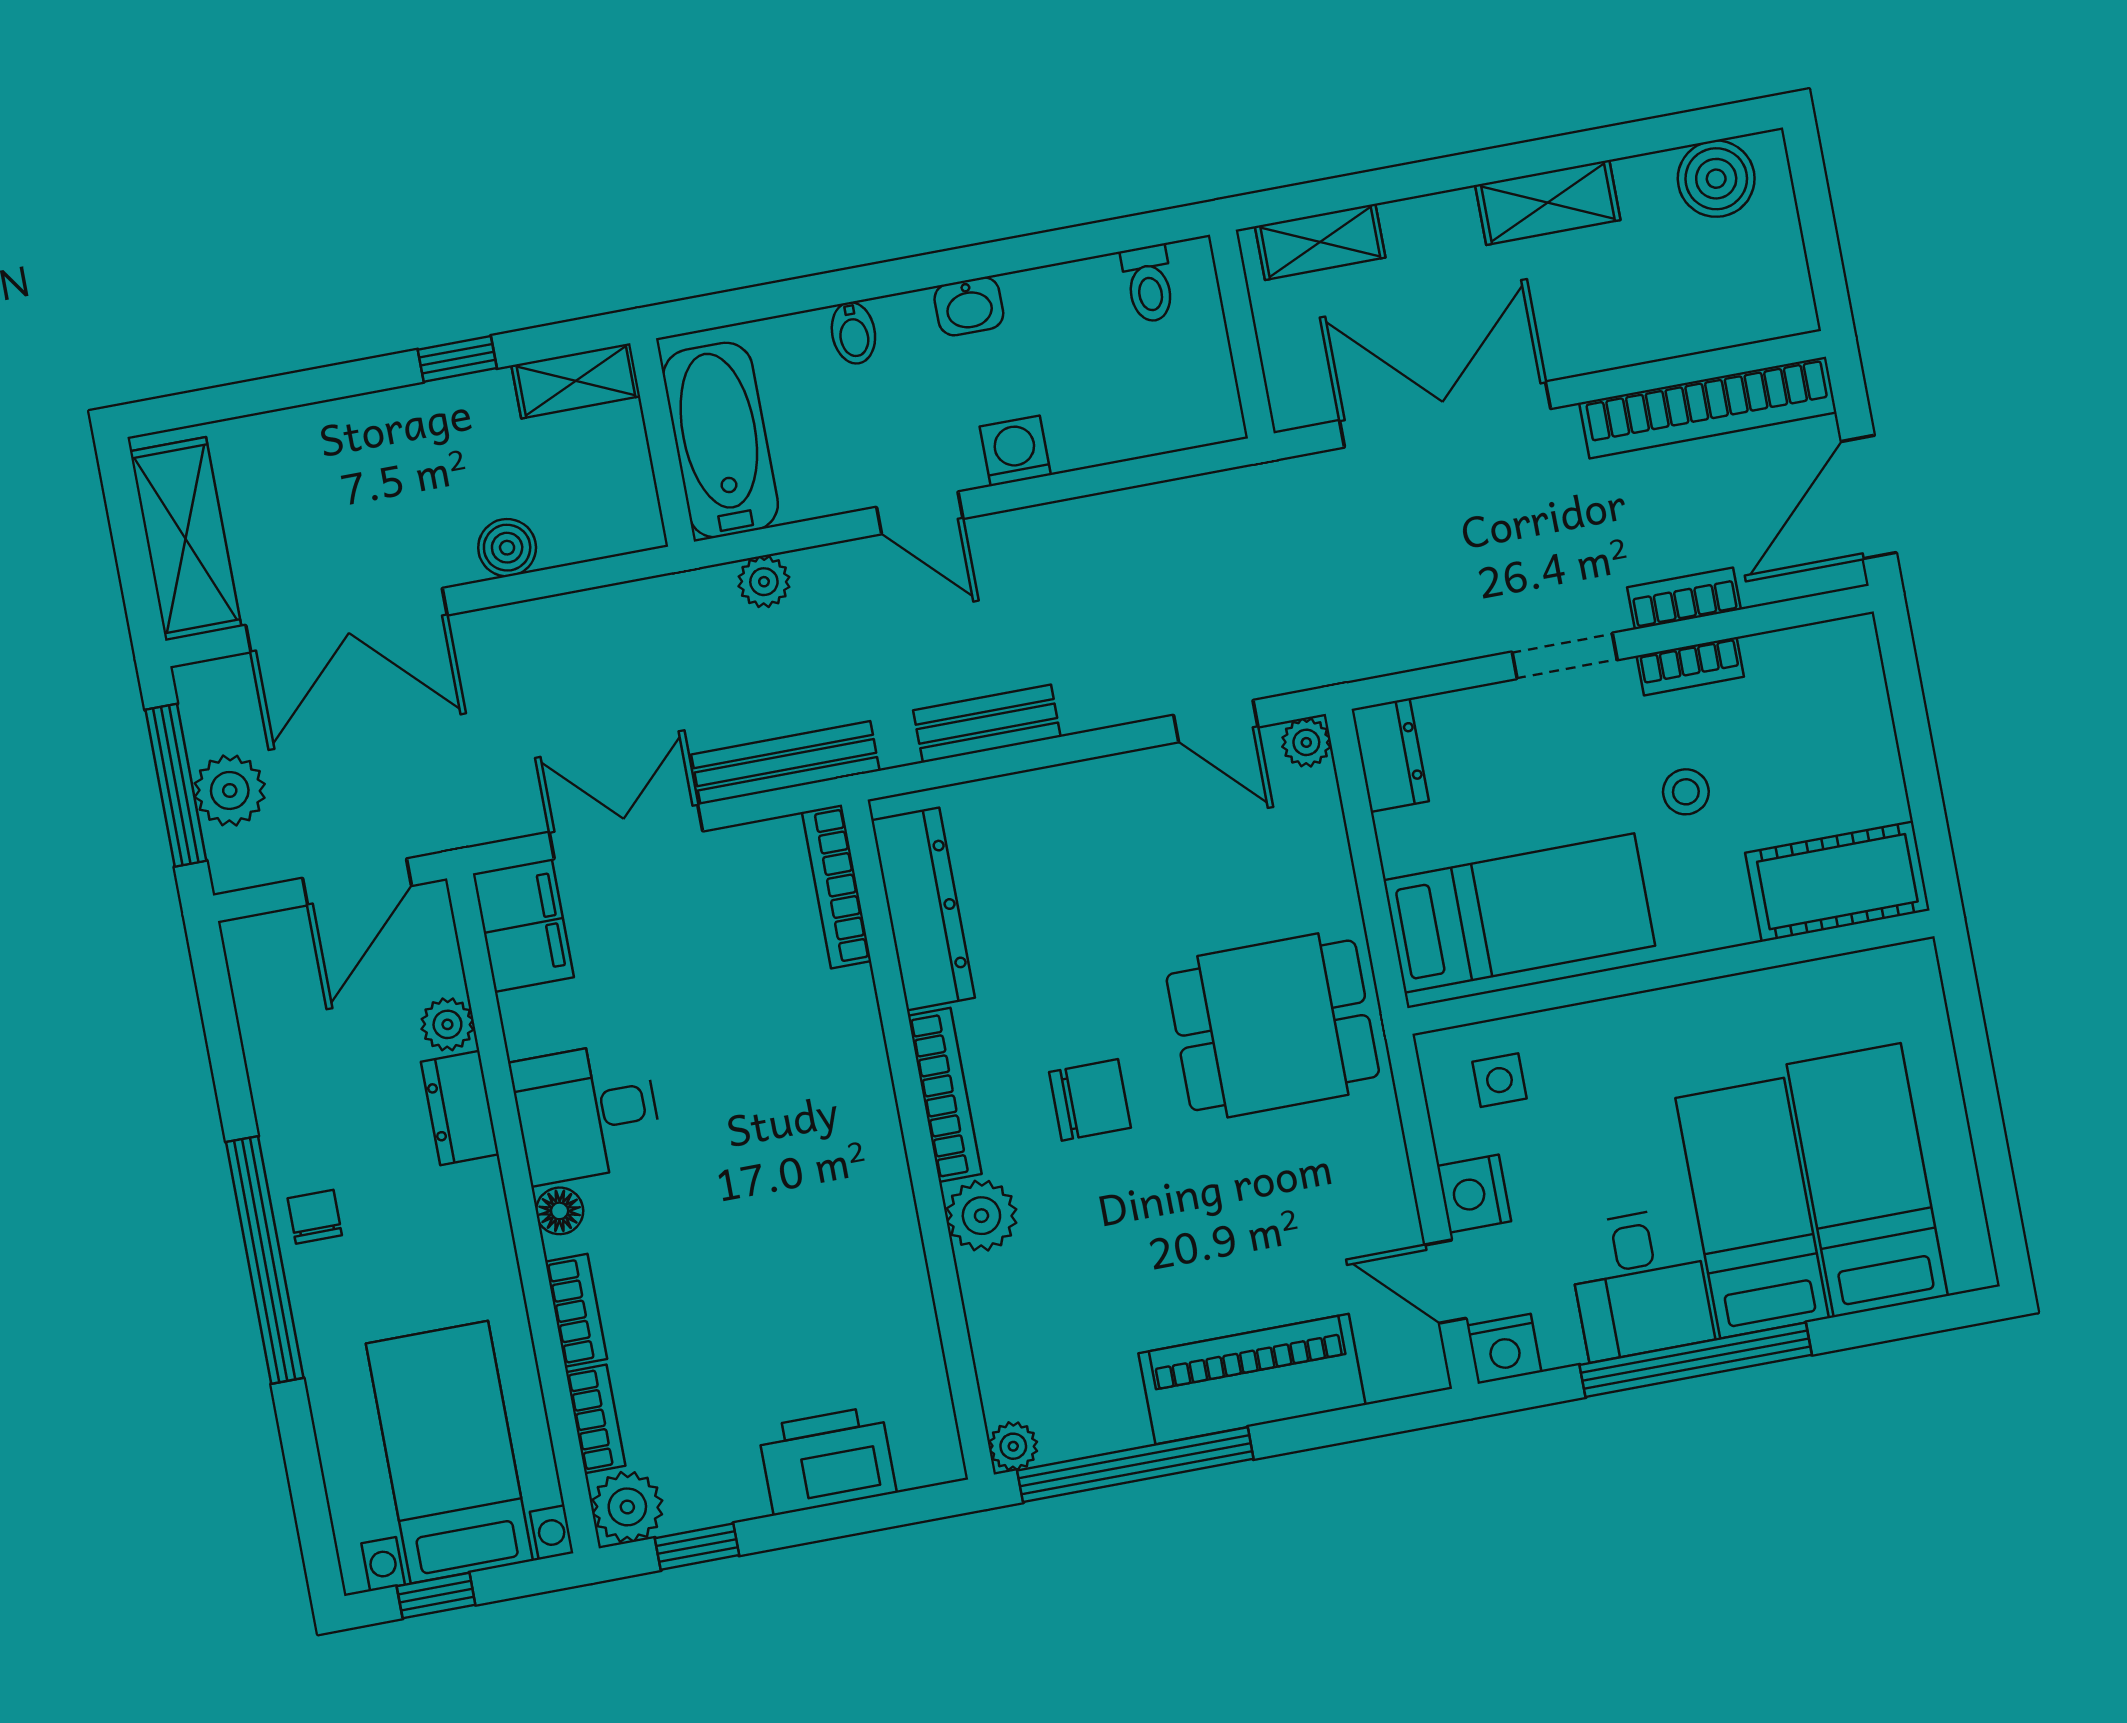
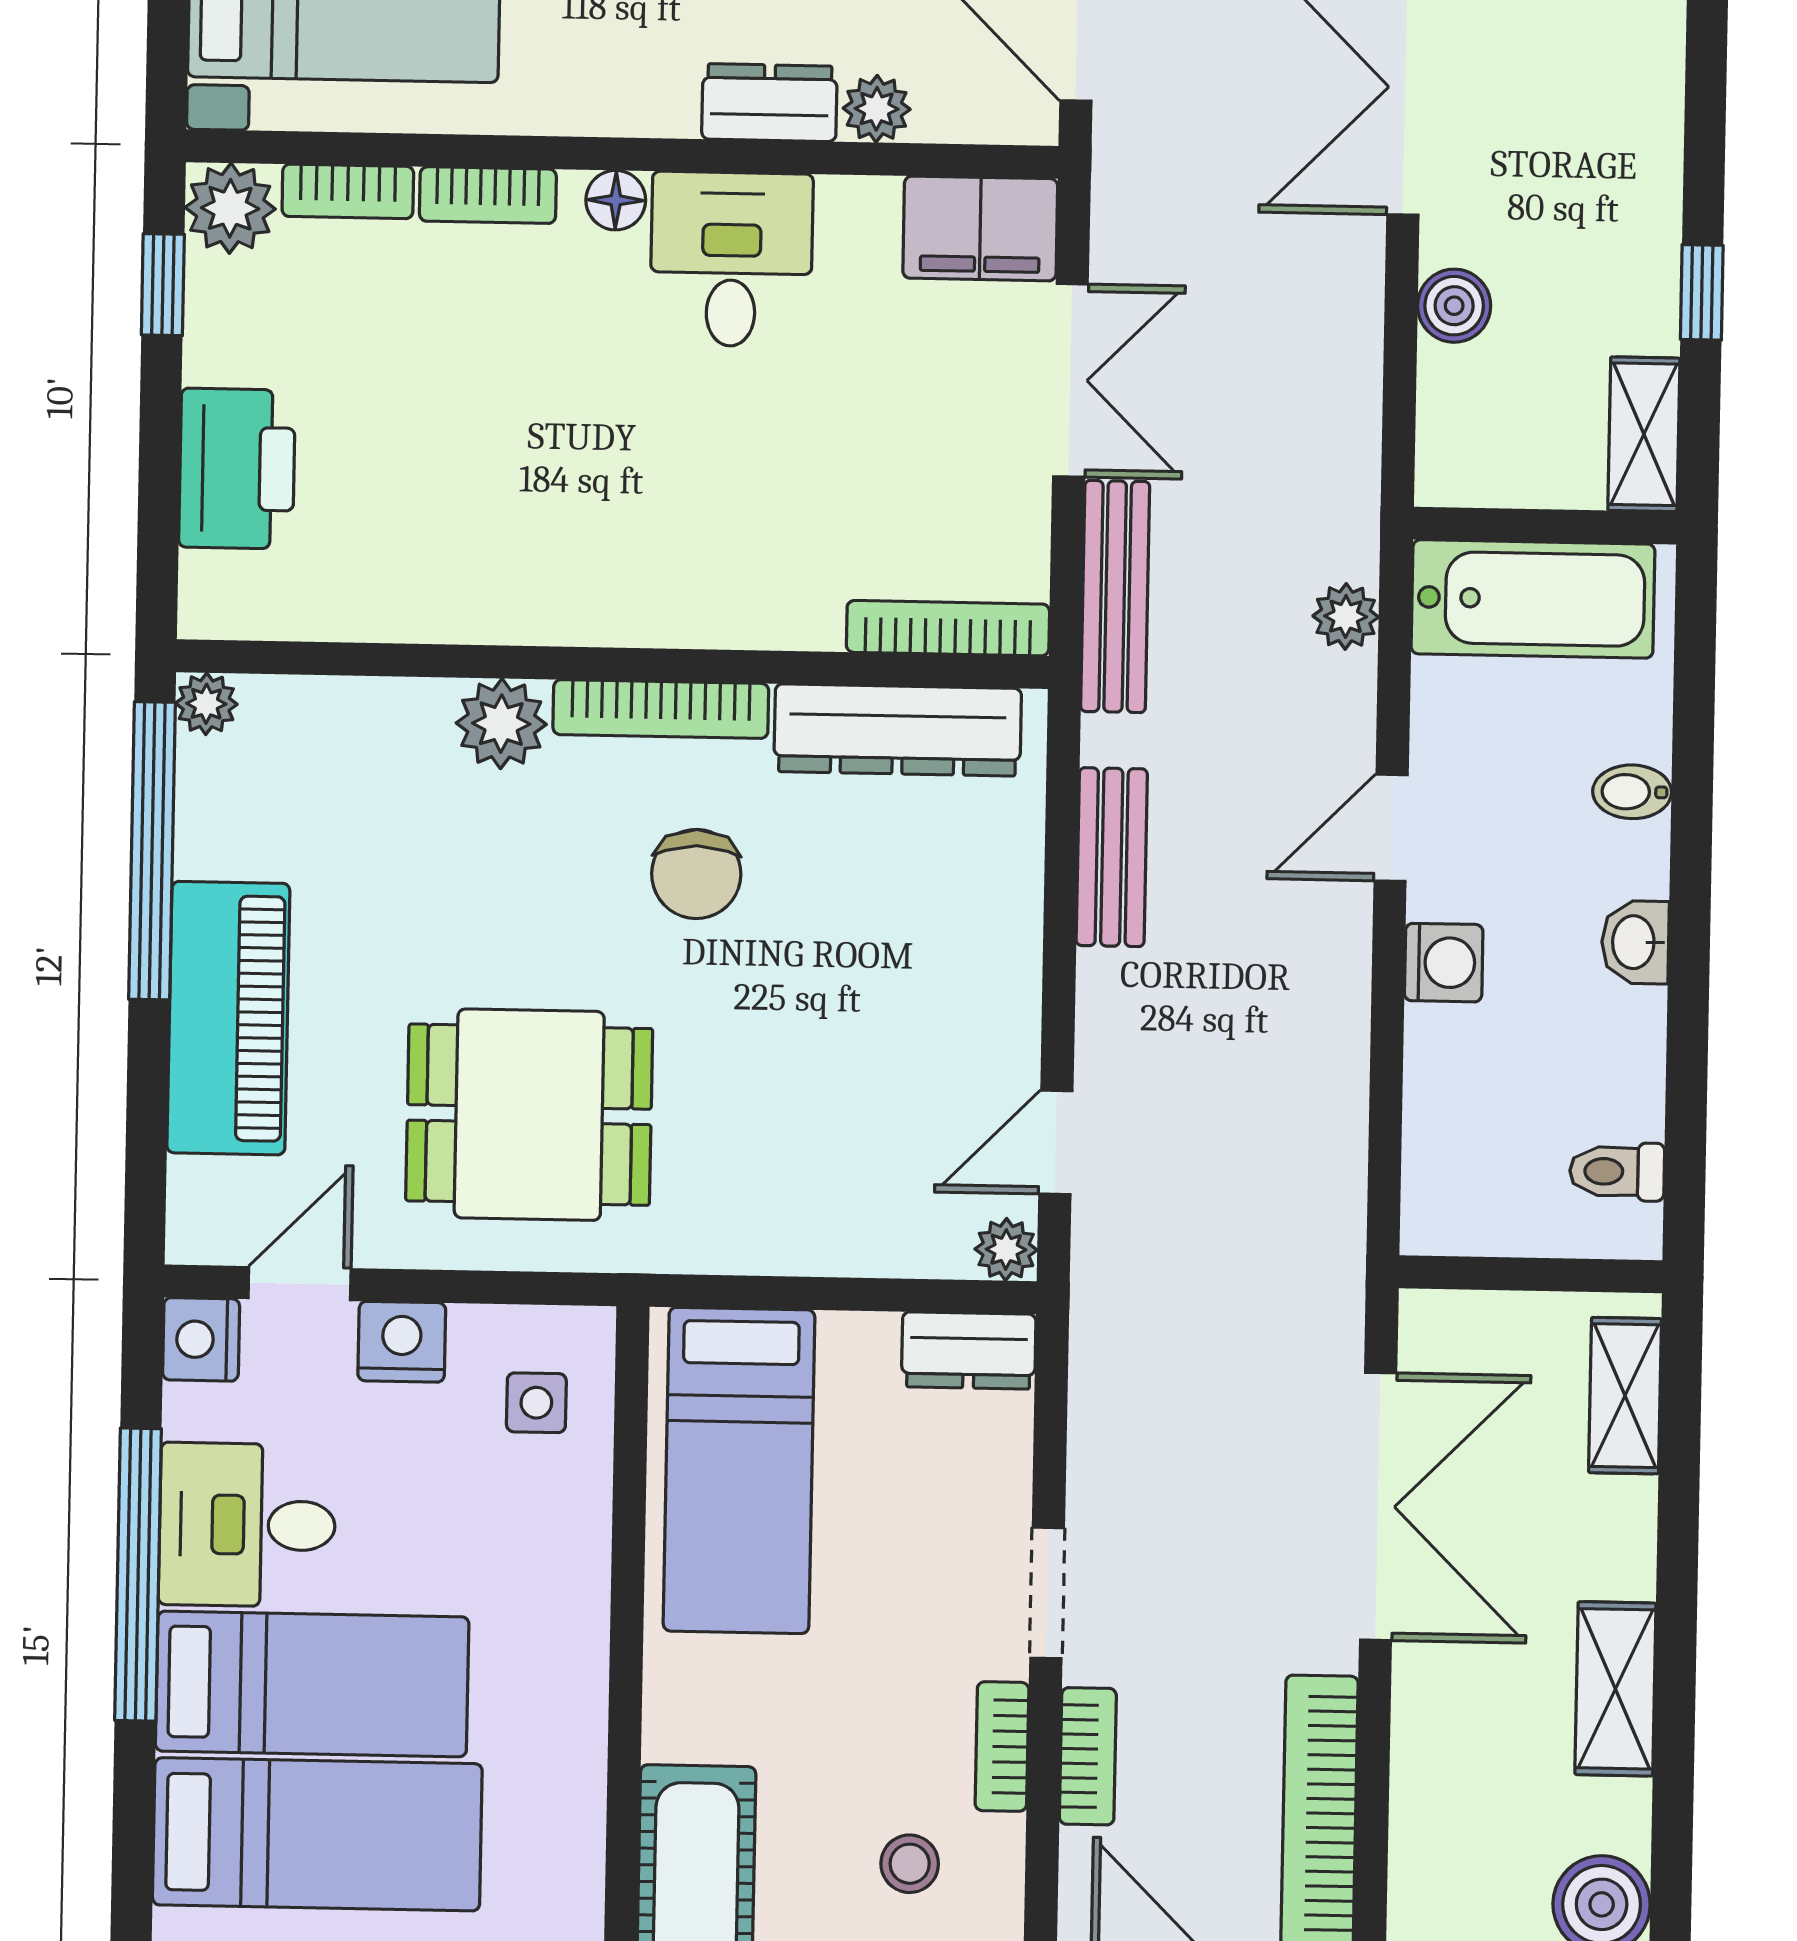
stool: (1686, 792) -> (910, 1864), moved
dining table: (1273, 1025) -> (529, 1115), moved, turned 90
chair: (1090, 1100) -> (696, 874), moved

